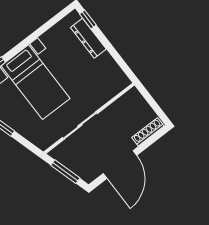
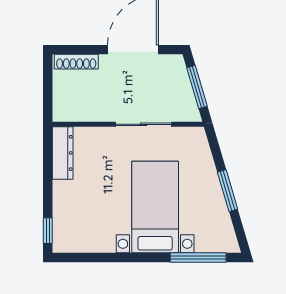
dresser: (88, 38) -> (63, 153), moved

